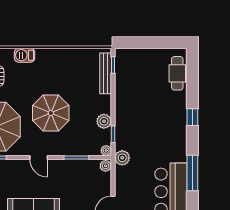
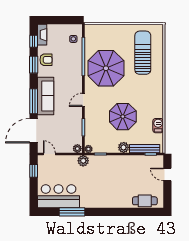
door: (141, 43) -> (167, 174), added
barbecue: (25, 55) -> (158, 126), moved
parasol: (51, 113) -> (123, 117), moved
window: (192, 117) -> (113, 212), removed
plant: (104, 121) -> (124, 147), moved

